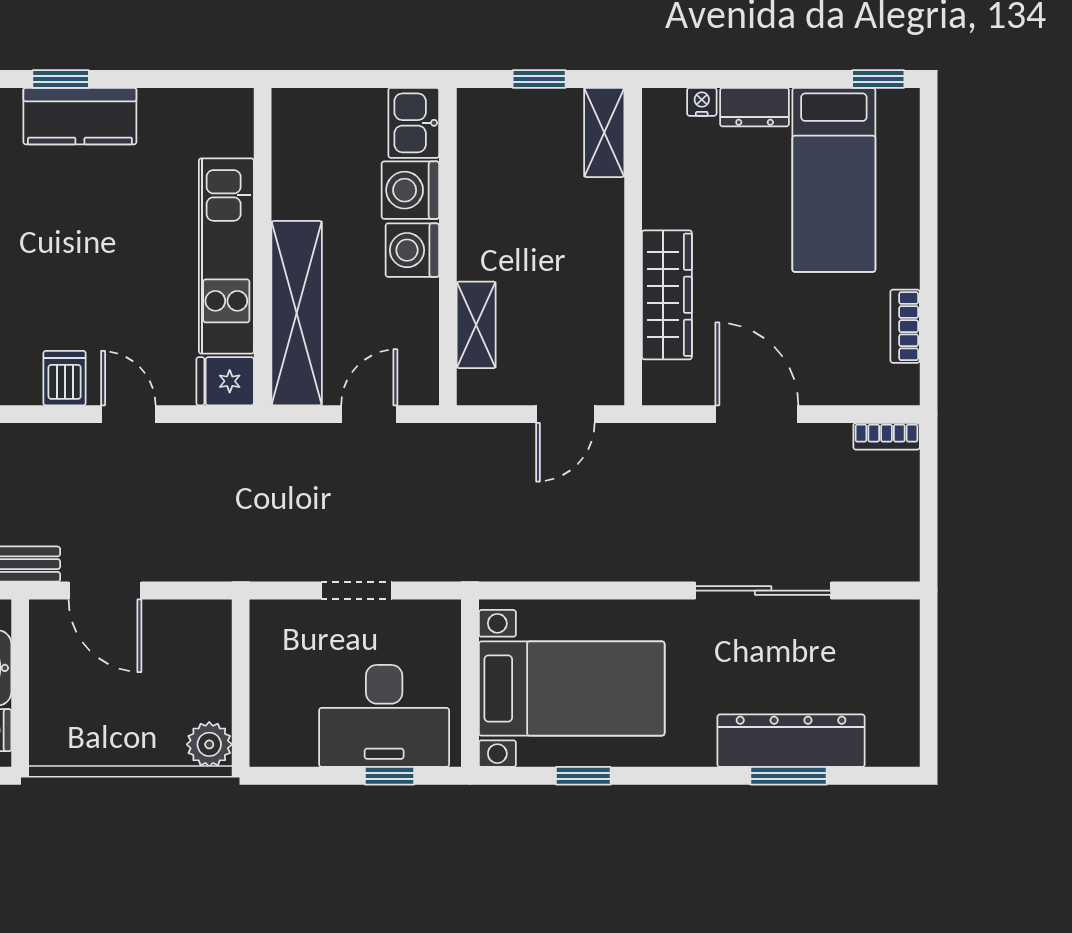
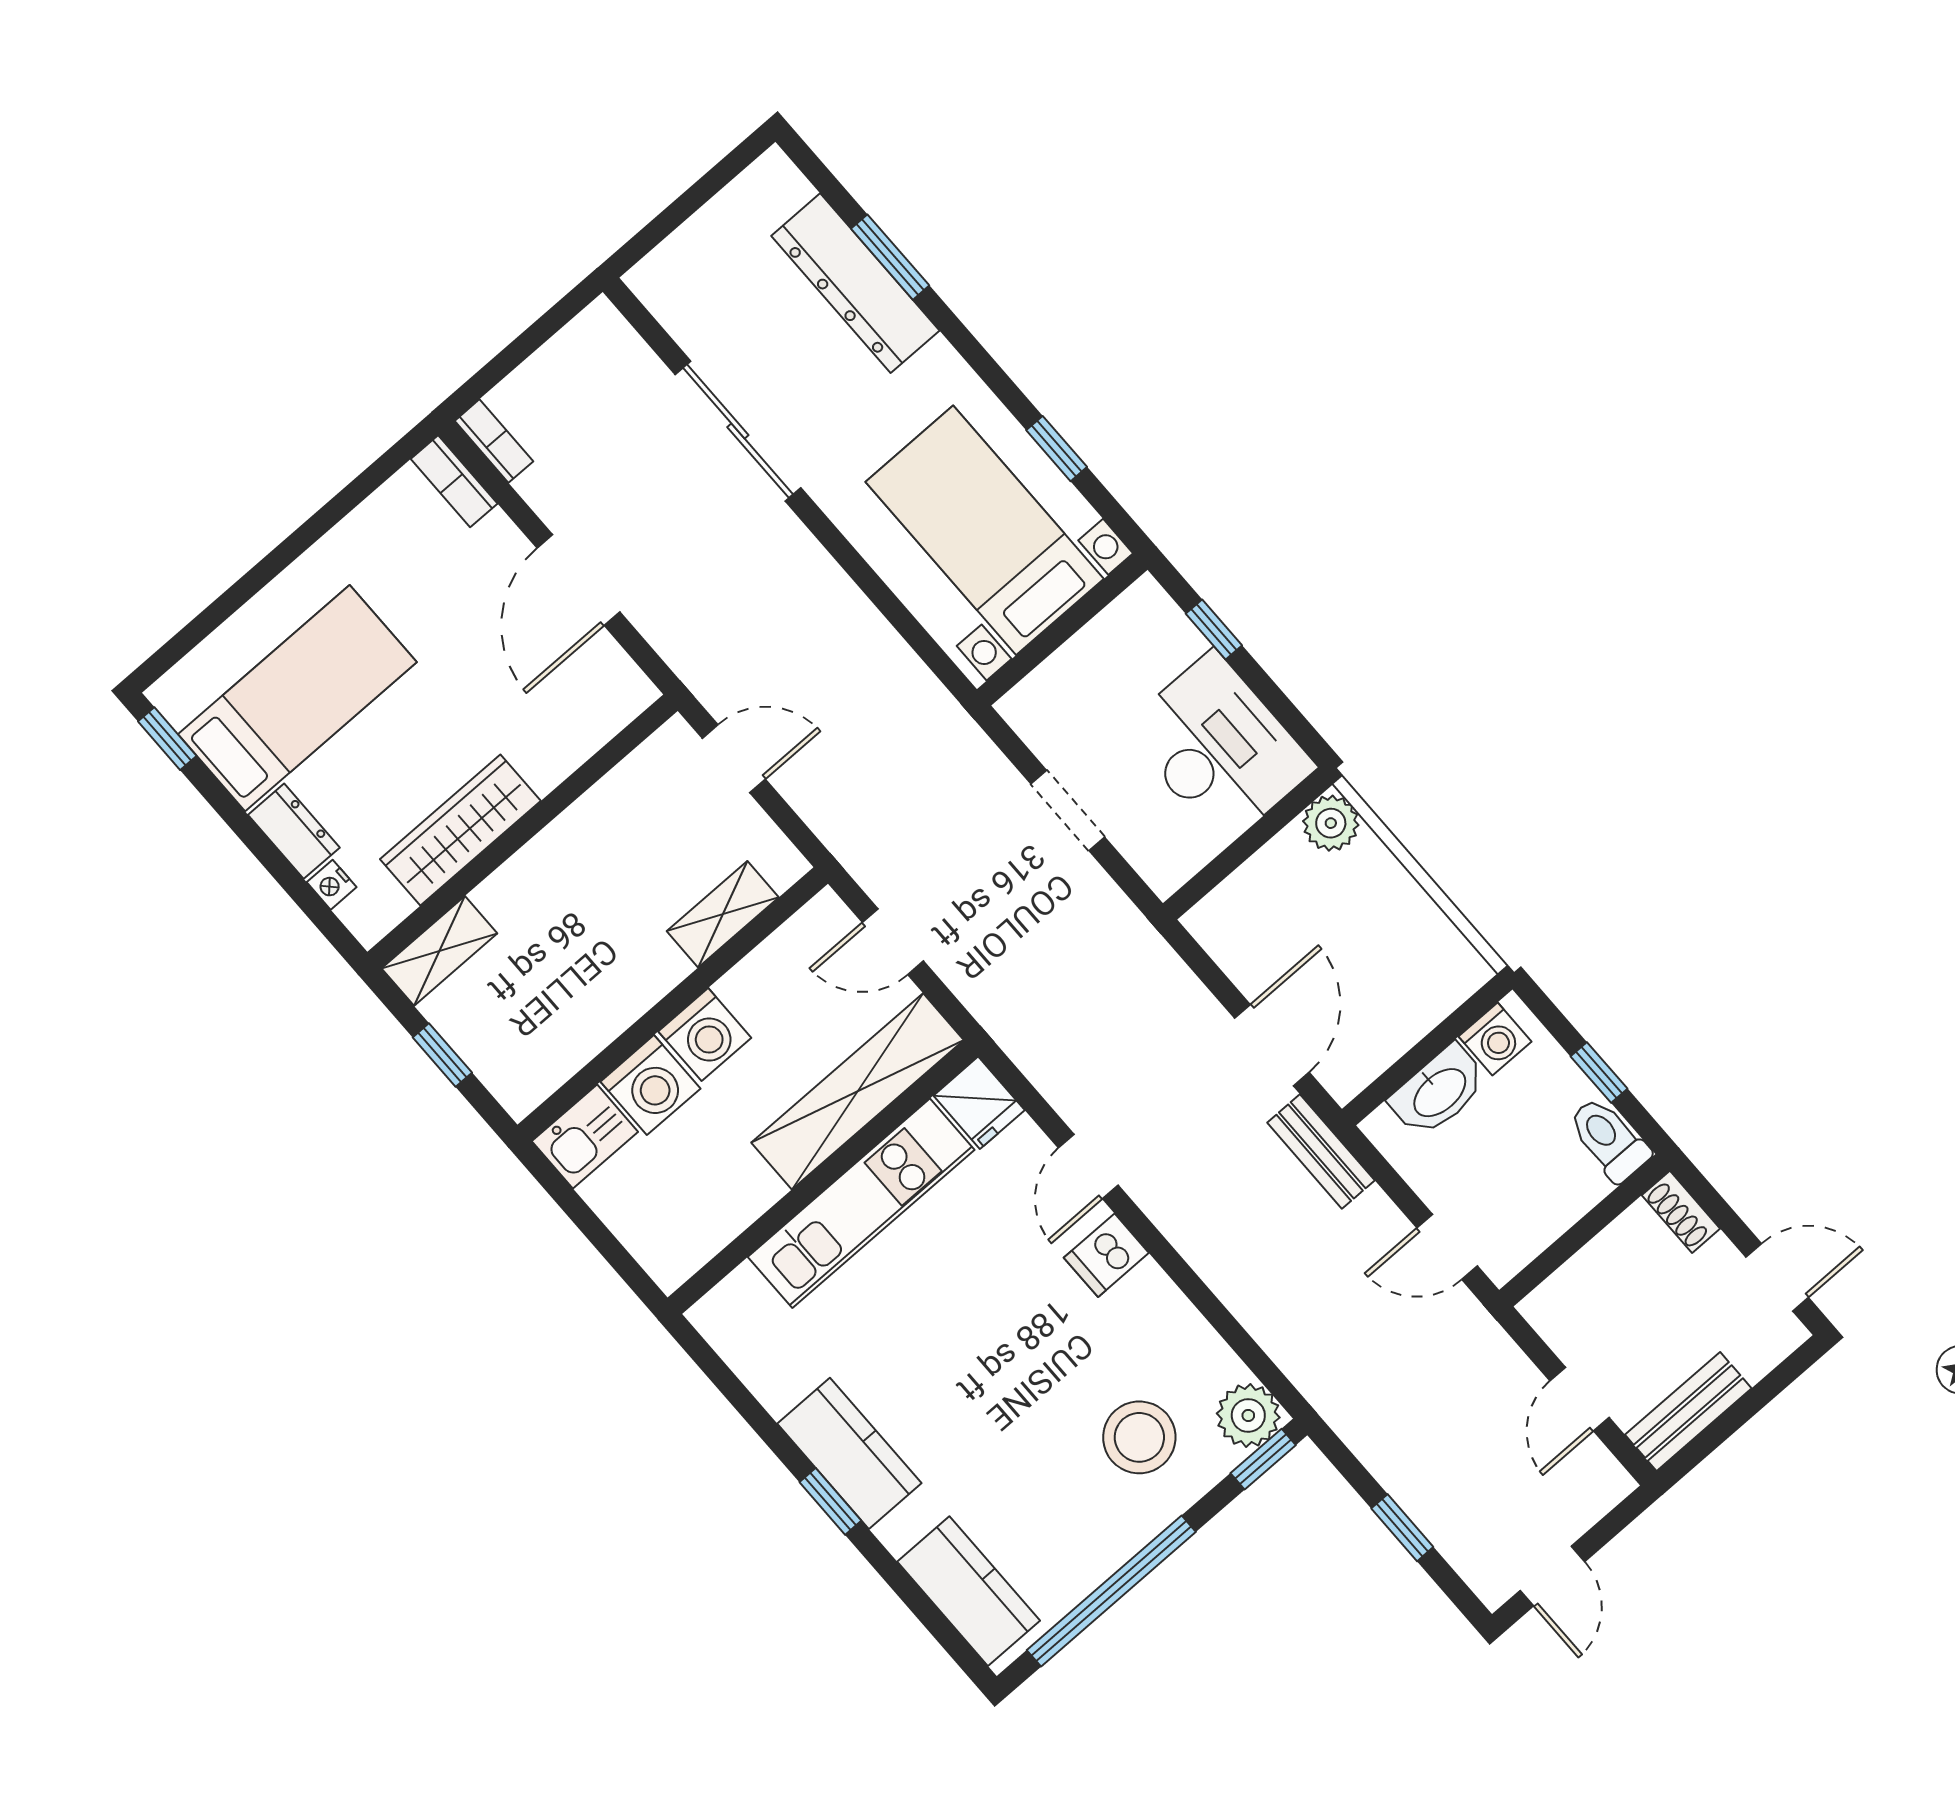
wardrobe: (667, 295) -> (460, 830), moved
bookcase: (905, 326) -> (454, 481), moved, turned 90
desk: (384, 716) -> (1219, 748), moved

